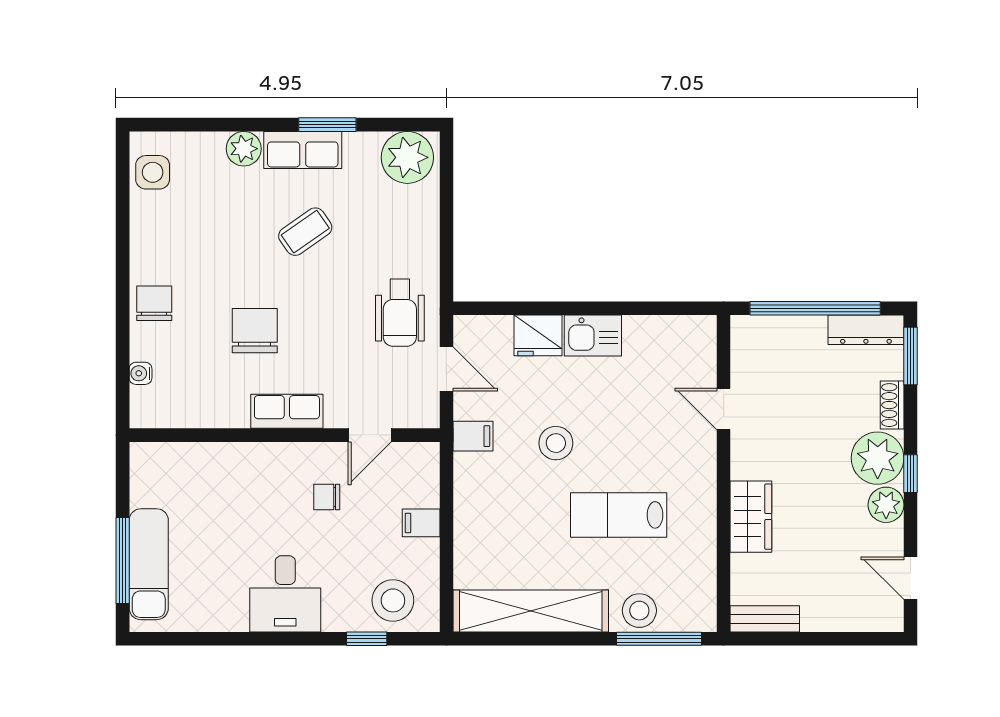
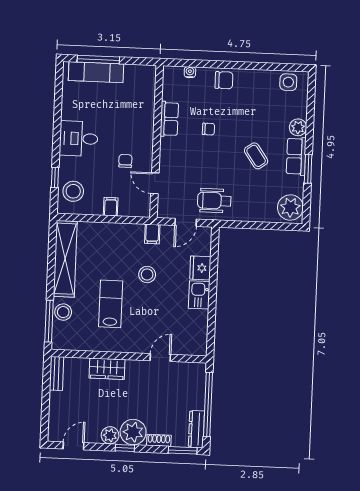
chair: (255, 331) -> (208, 129), width x0.54, depth x0.54
row of seats: (287, 411) -> (169, 119), moved

